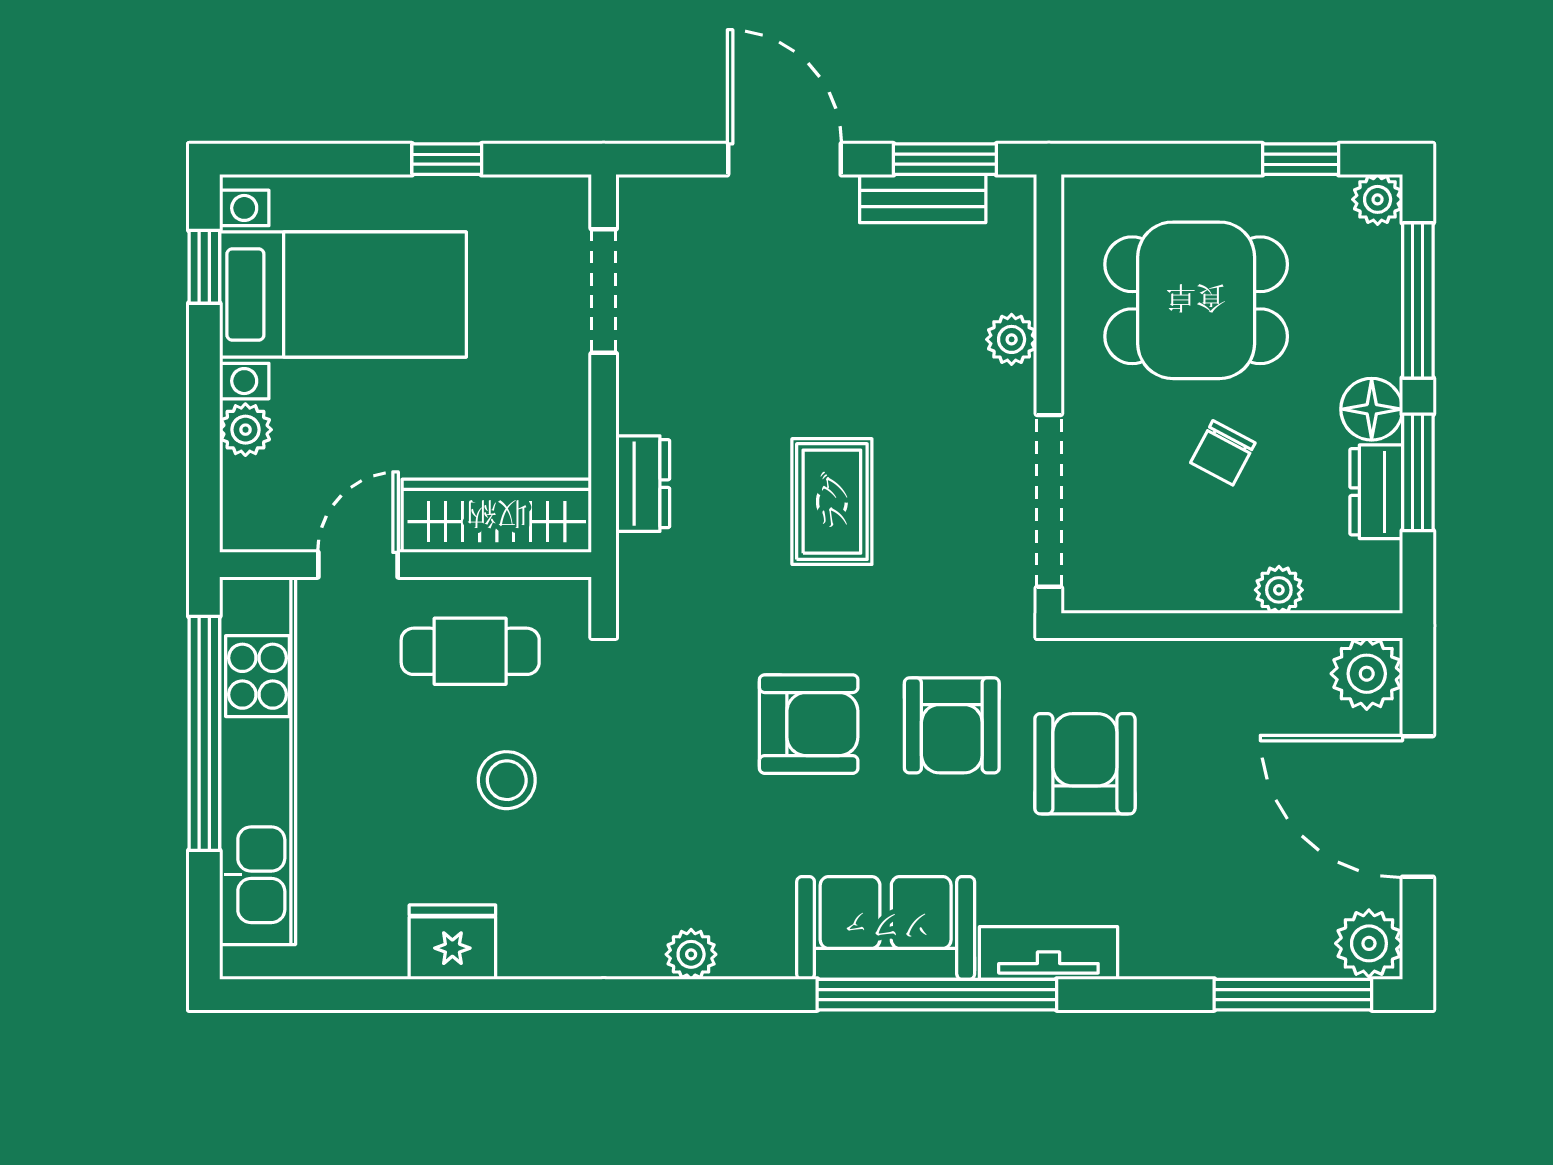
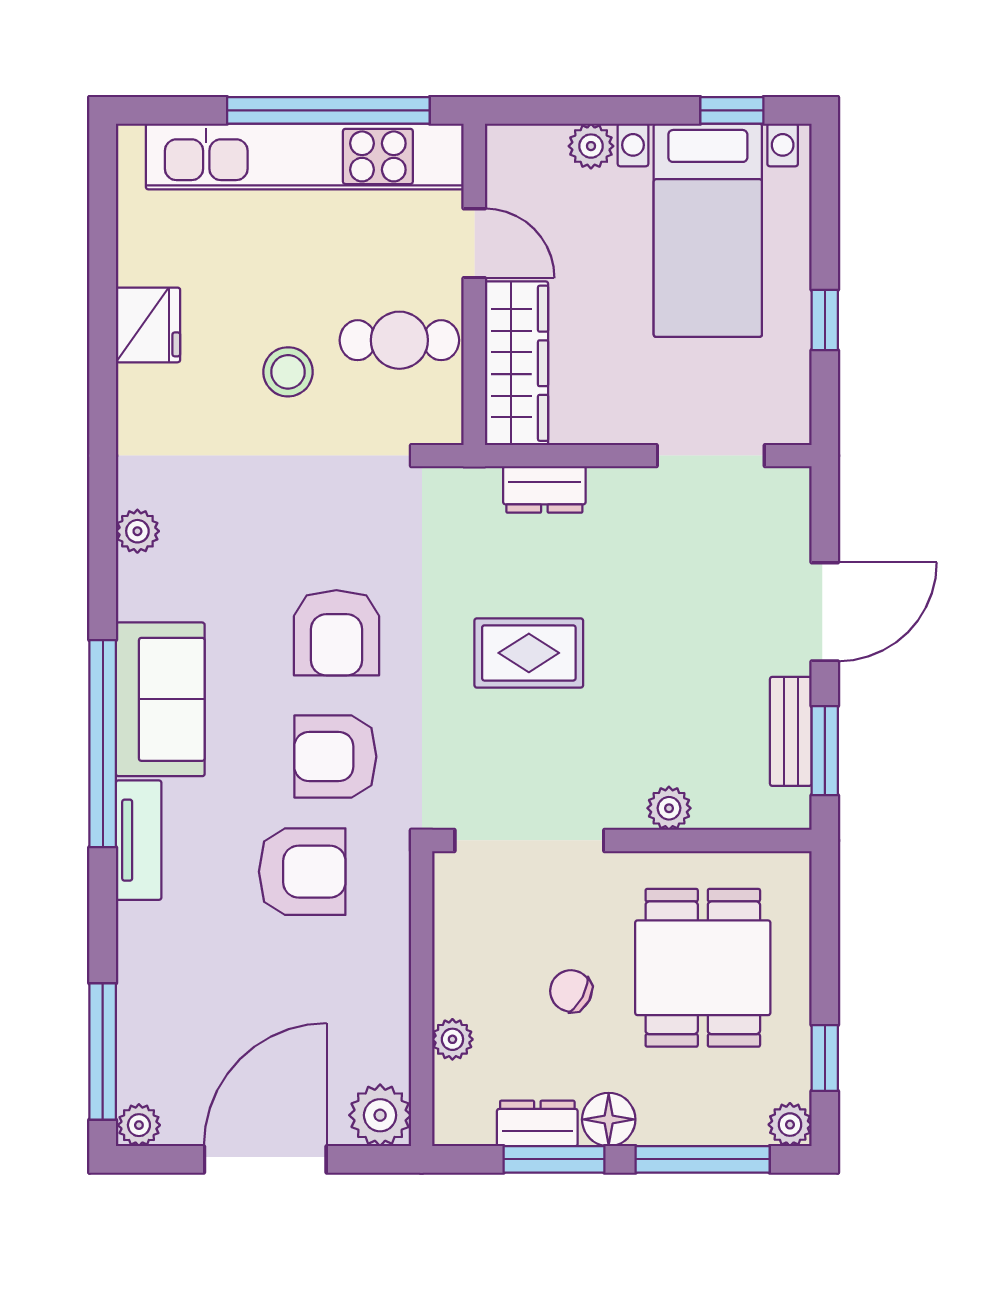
cafe table: (470, 651) -> (399, 340), turned 90
plant: (1369, 943) -> (139, 1125), width x0.73, depth x0.73

